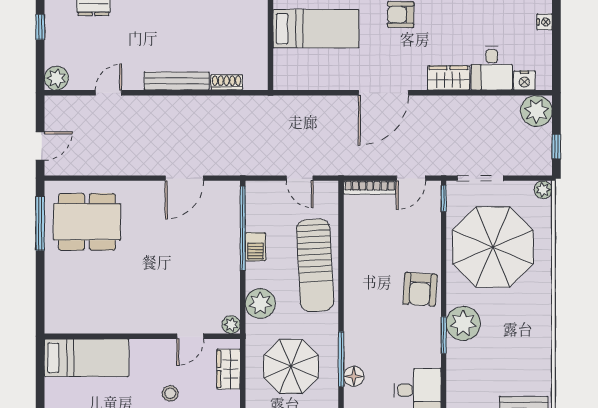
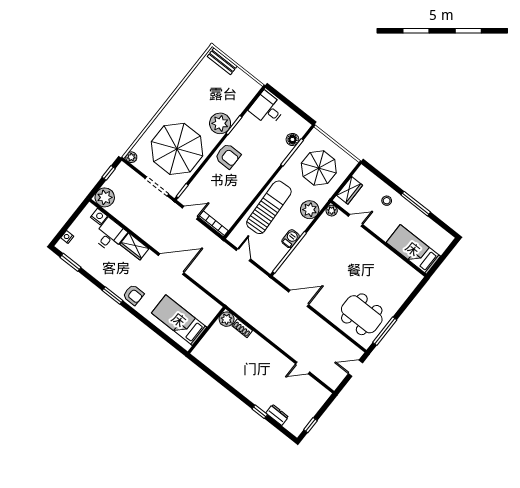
plant: (56, 78) -> (227, 319), moved
bench: (177, 81) -> (266, 348), removed
armchair: (420, 289) -> (228, 156), turned 86

